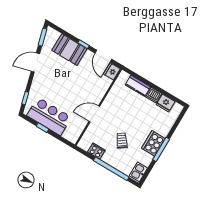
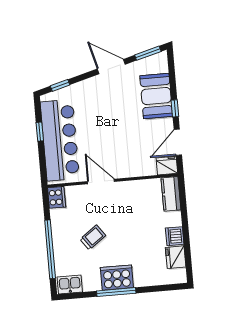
kitchen counter: (138, 86) -> (171, 194), moved
bar counter: (49, 116) -> (60, 140), width x1.36
cooker: (96, 151) -> (57, 197), moved

